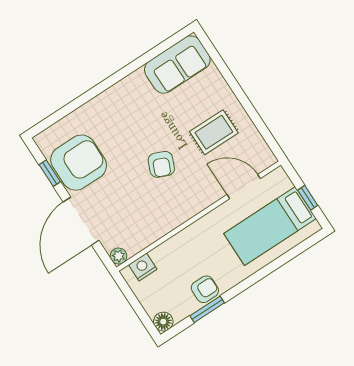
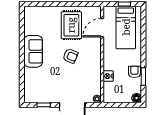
sofa: (177, 65) -> (33, 51), moved
rug: (214, 132) -> (71, 25), width x1.36, depth x1.43
armchair: (79, 163) -> (47, 90), removed
nightstand: (143, 267) -> (108, 76), moved

